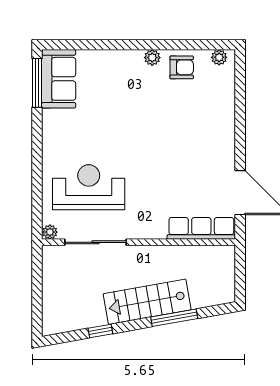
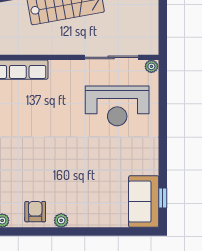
armchair: (182, 67) -> (35, 212), turned 90
window: (37, 83) -> (163, 198), width x0.46

